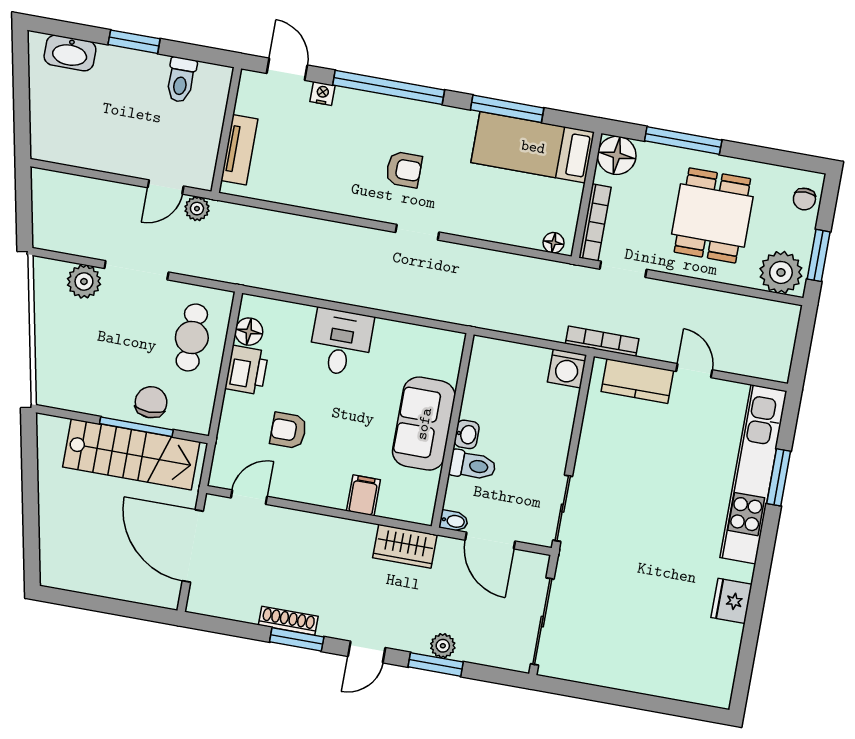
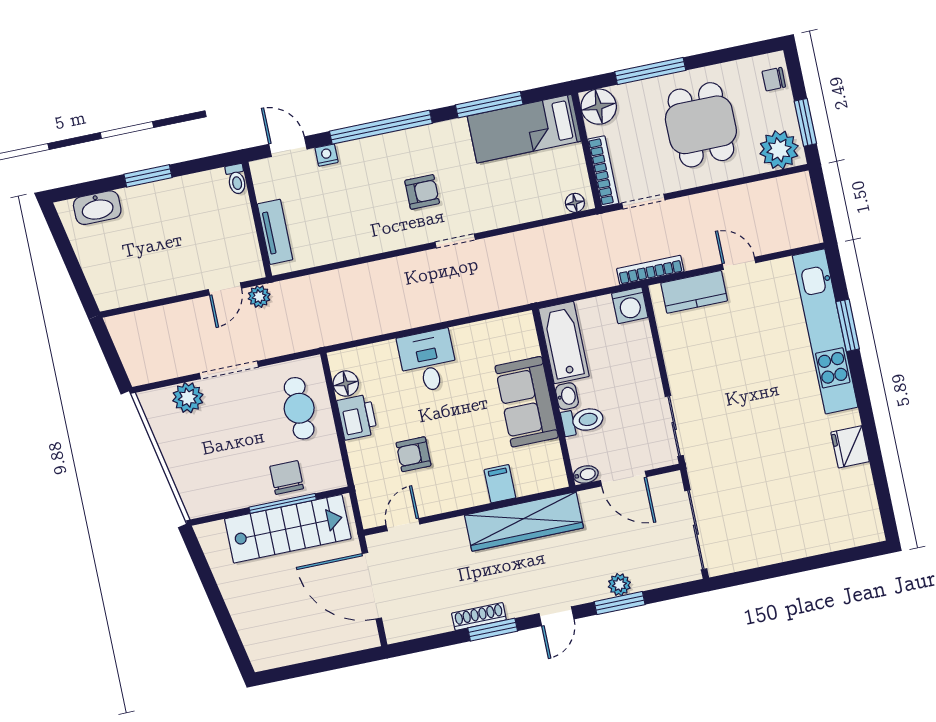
toilet: (181, 80) -> (236, 179), moved, width x0.73, depth x0.72
chair: (804, 199) -> (774, 79), turned 90
bathtub: (485, 379) -> (564, 343), added
wardrobe: (405, 546) -> (524, 522), width x2.10, depth x1.17

